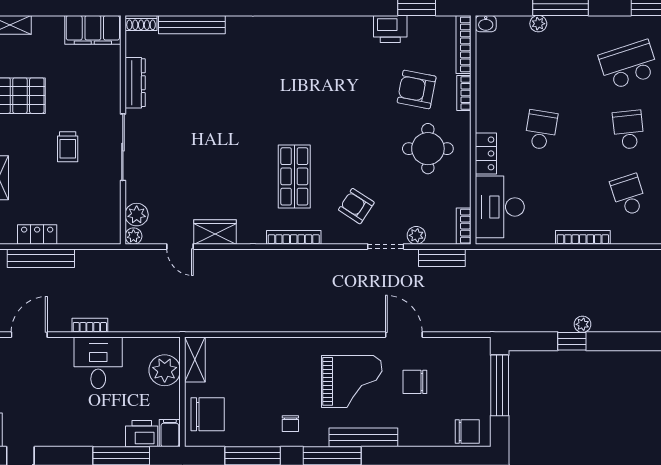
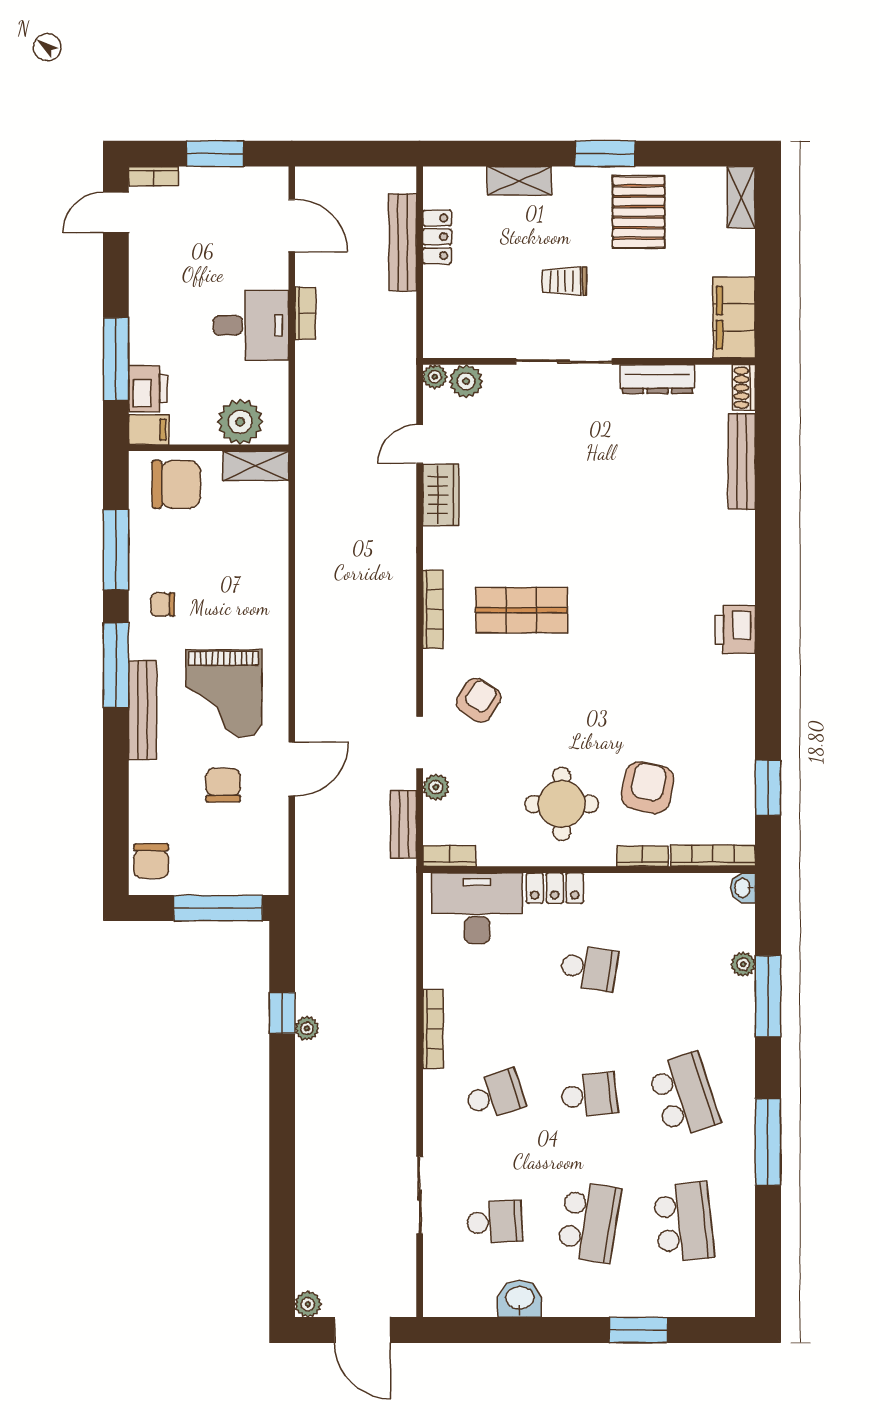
printer: (390, 29) -> (735, 629), moved
chair: (208, 414) -> (176, 484), turned -90

